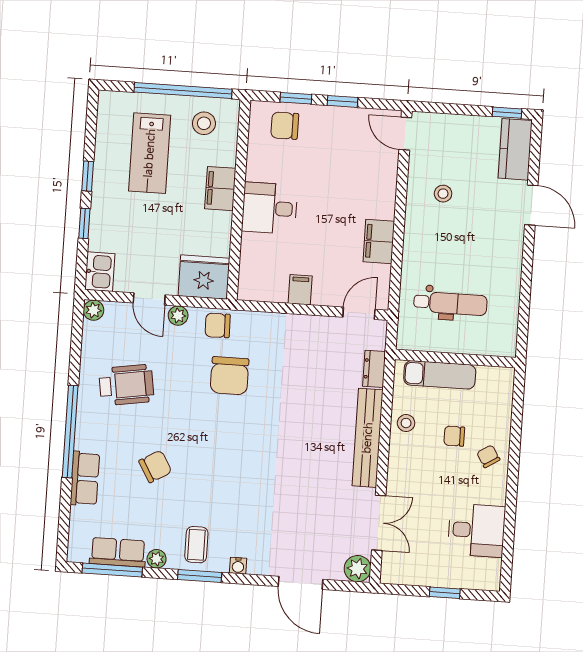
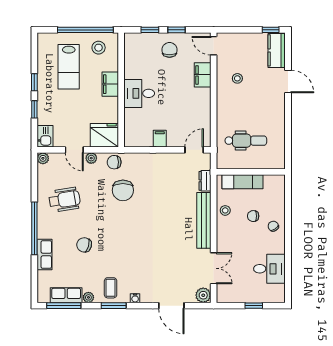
chair: (285, 126) -> (169, 50), moved, turned 90
filing cabinet: (379, 241) -> (203, 75), moved
chair: (155, 466) -> (84, 245), turned -134

